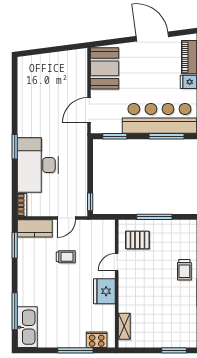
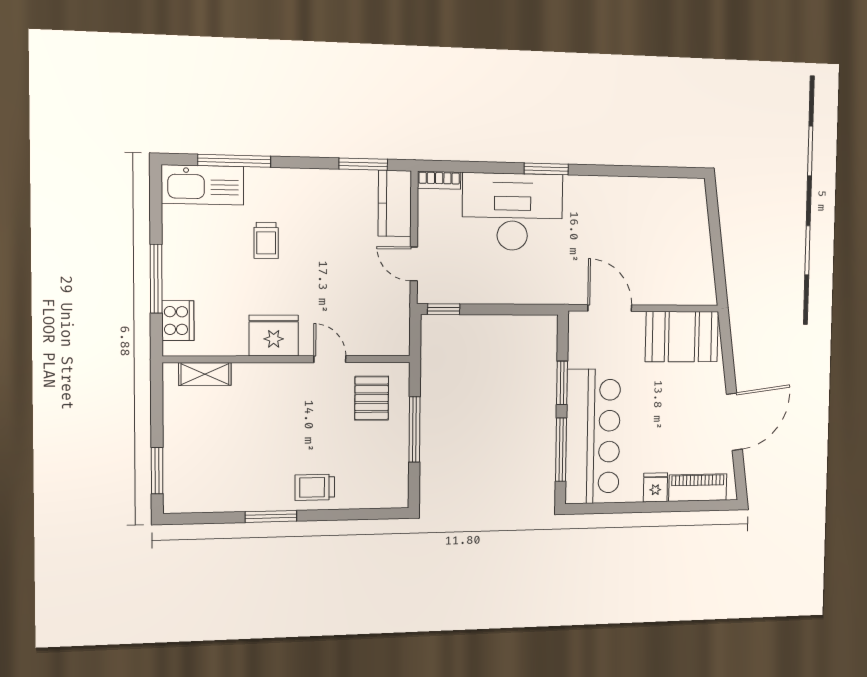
window: (115, 136) -> (562, 383), moved
trolley: (66, 257) -> (266, 240), moved

